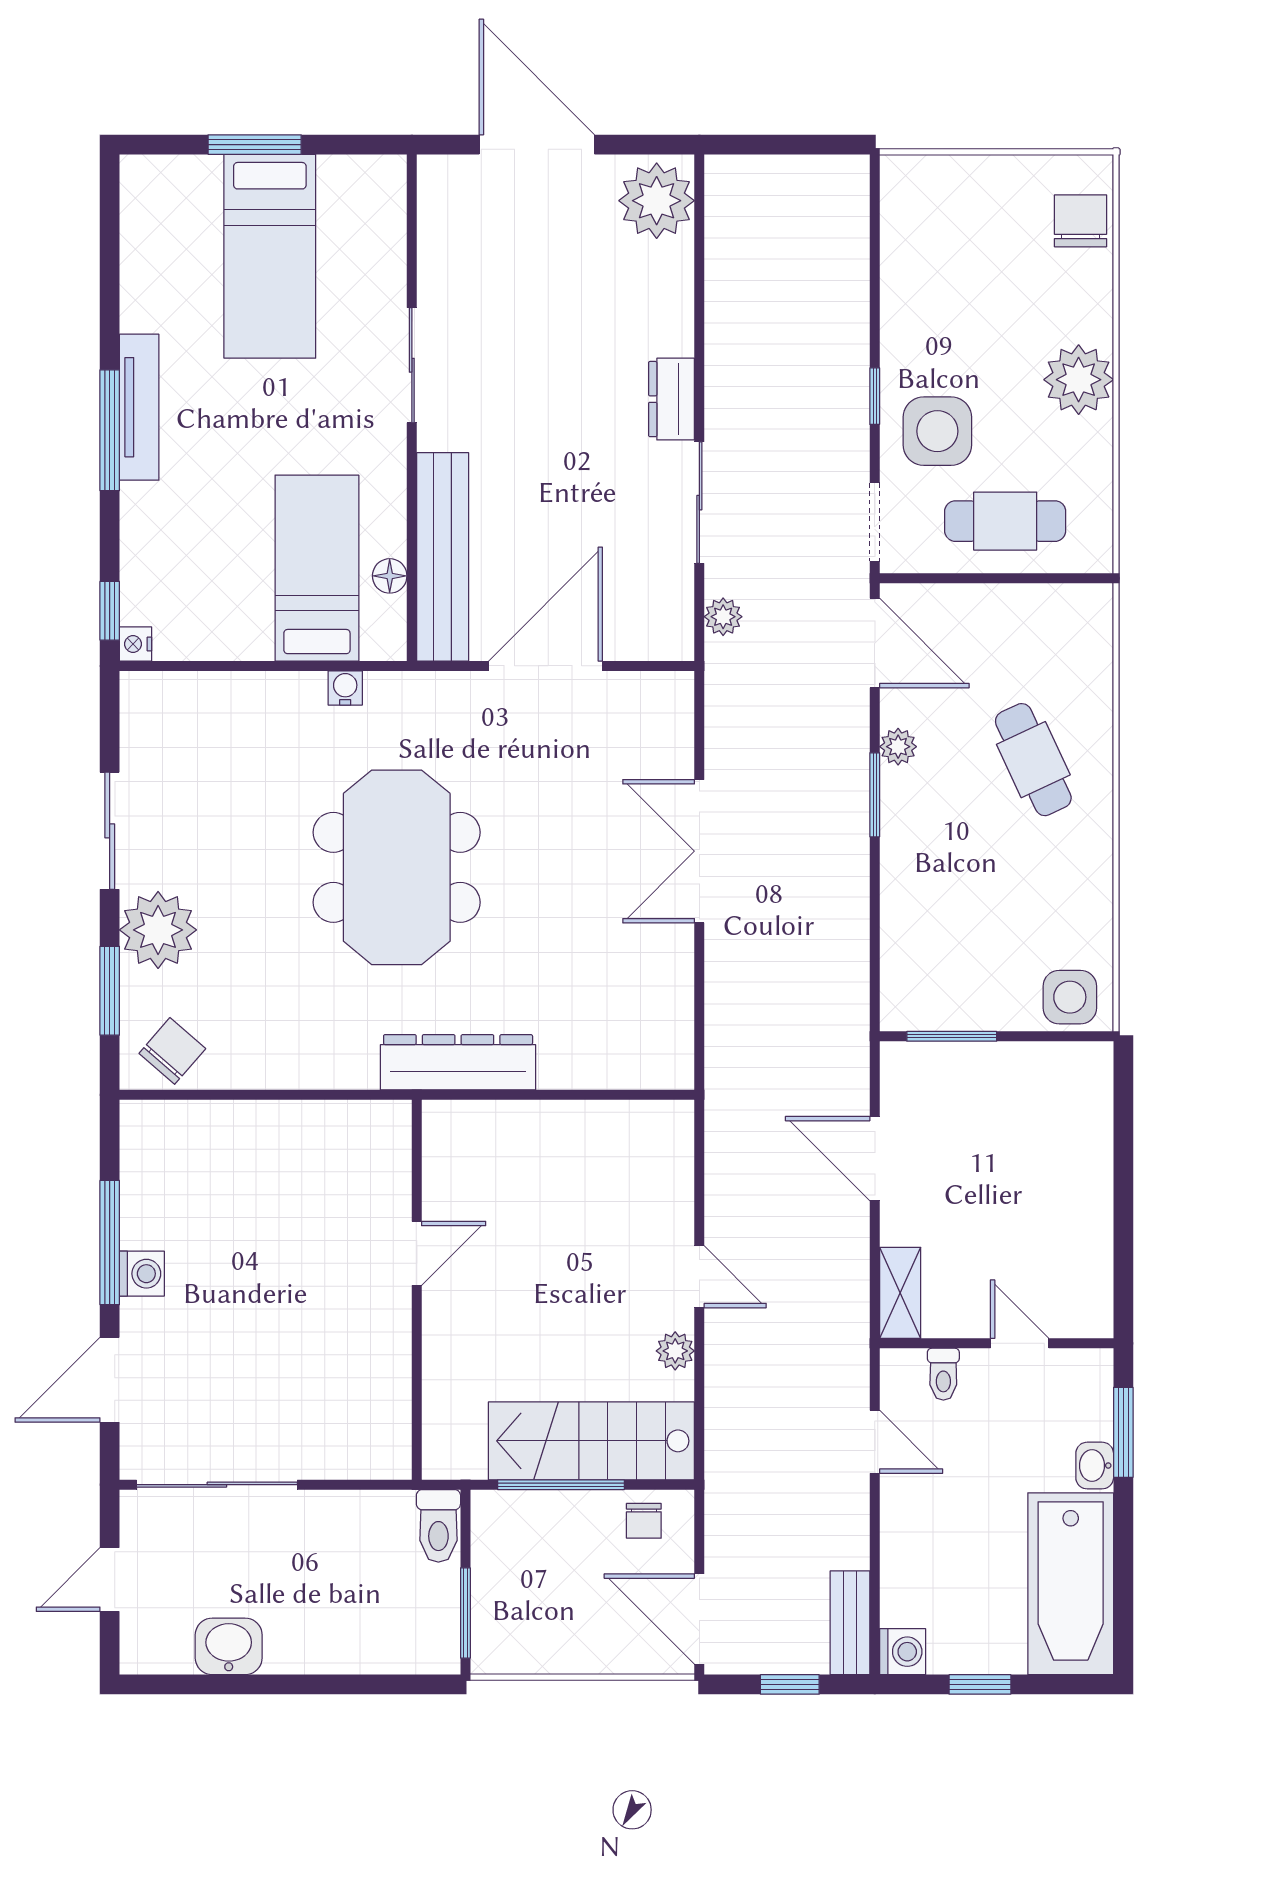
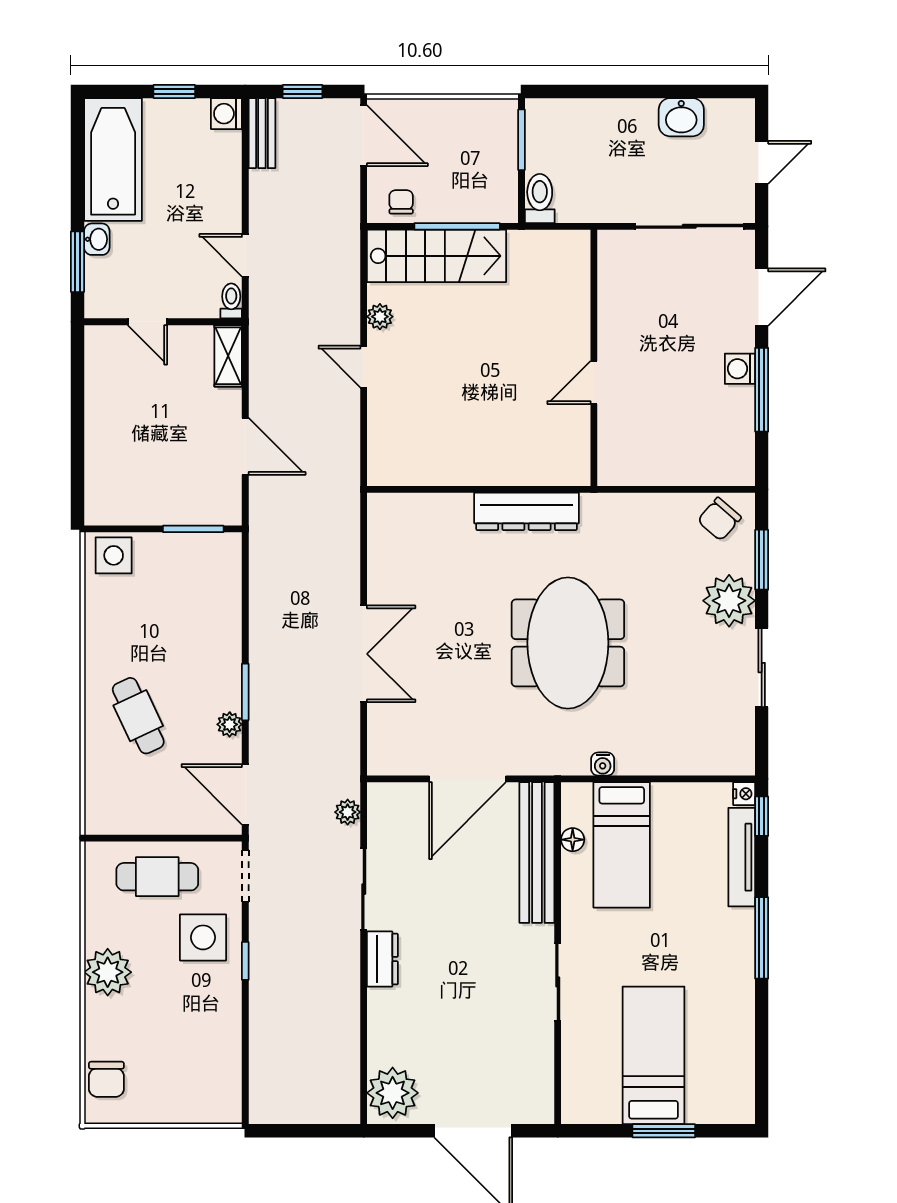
tv unit: (139, 407) -> (742, 857), moved
door: (417, 1253) -> (594, 382), moved
wall: (417, 1290) -> (594, 358), moved
toilet: (943, 1374) -> (231, 301), moved

